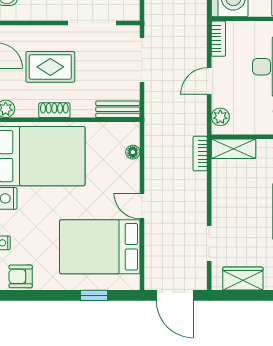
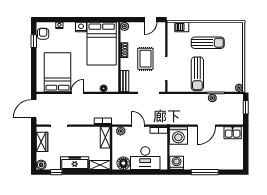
rug: (50, 67) -> (145, 59), moved
window: (94, 295) -> (34, 41), moved

